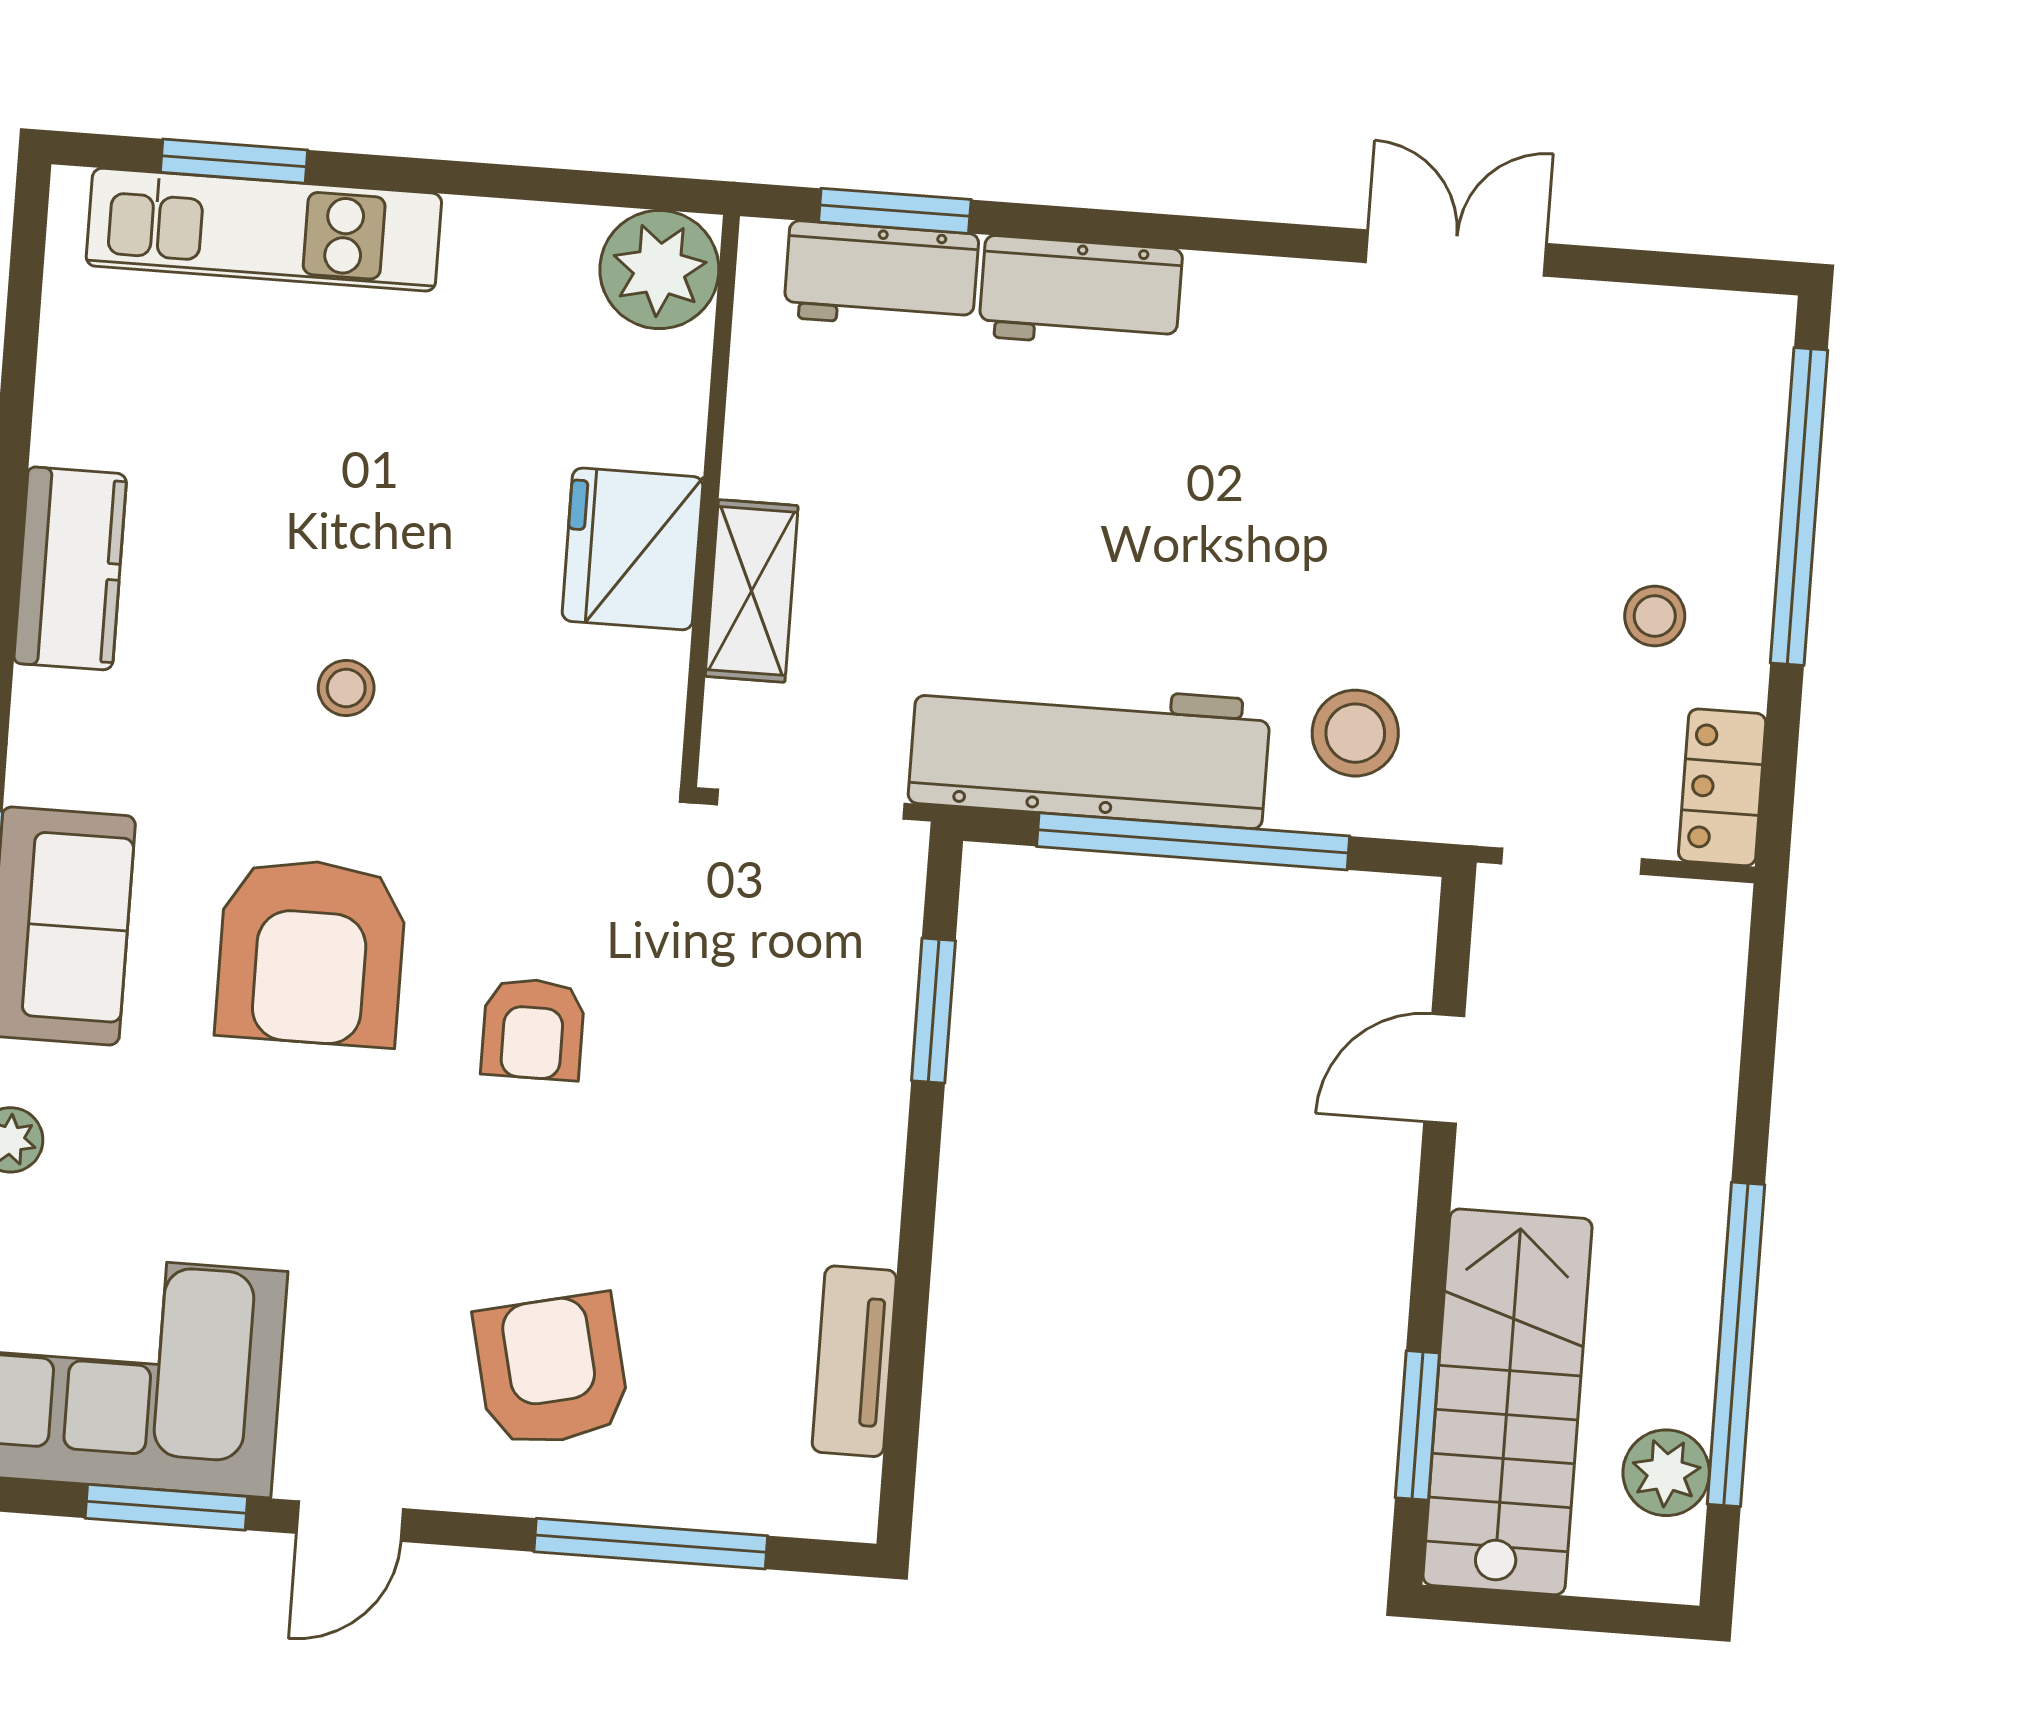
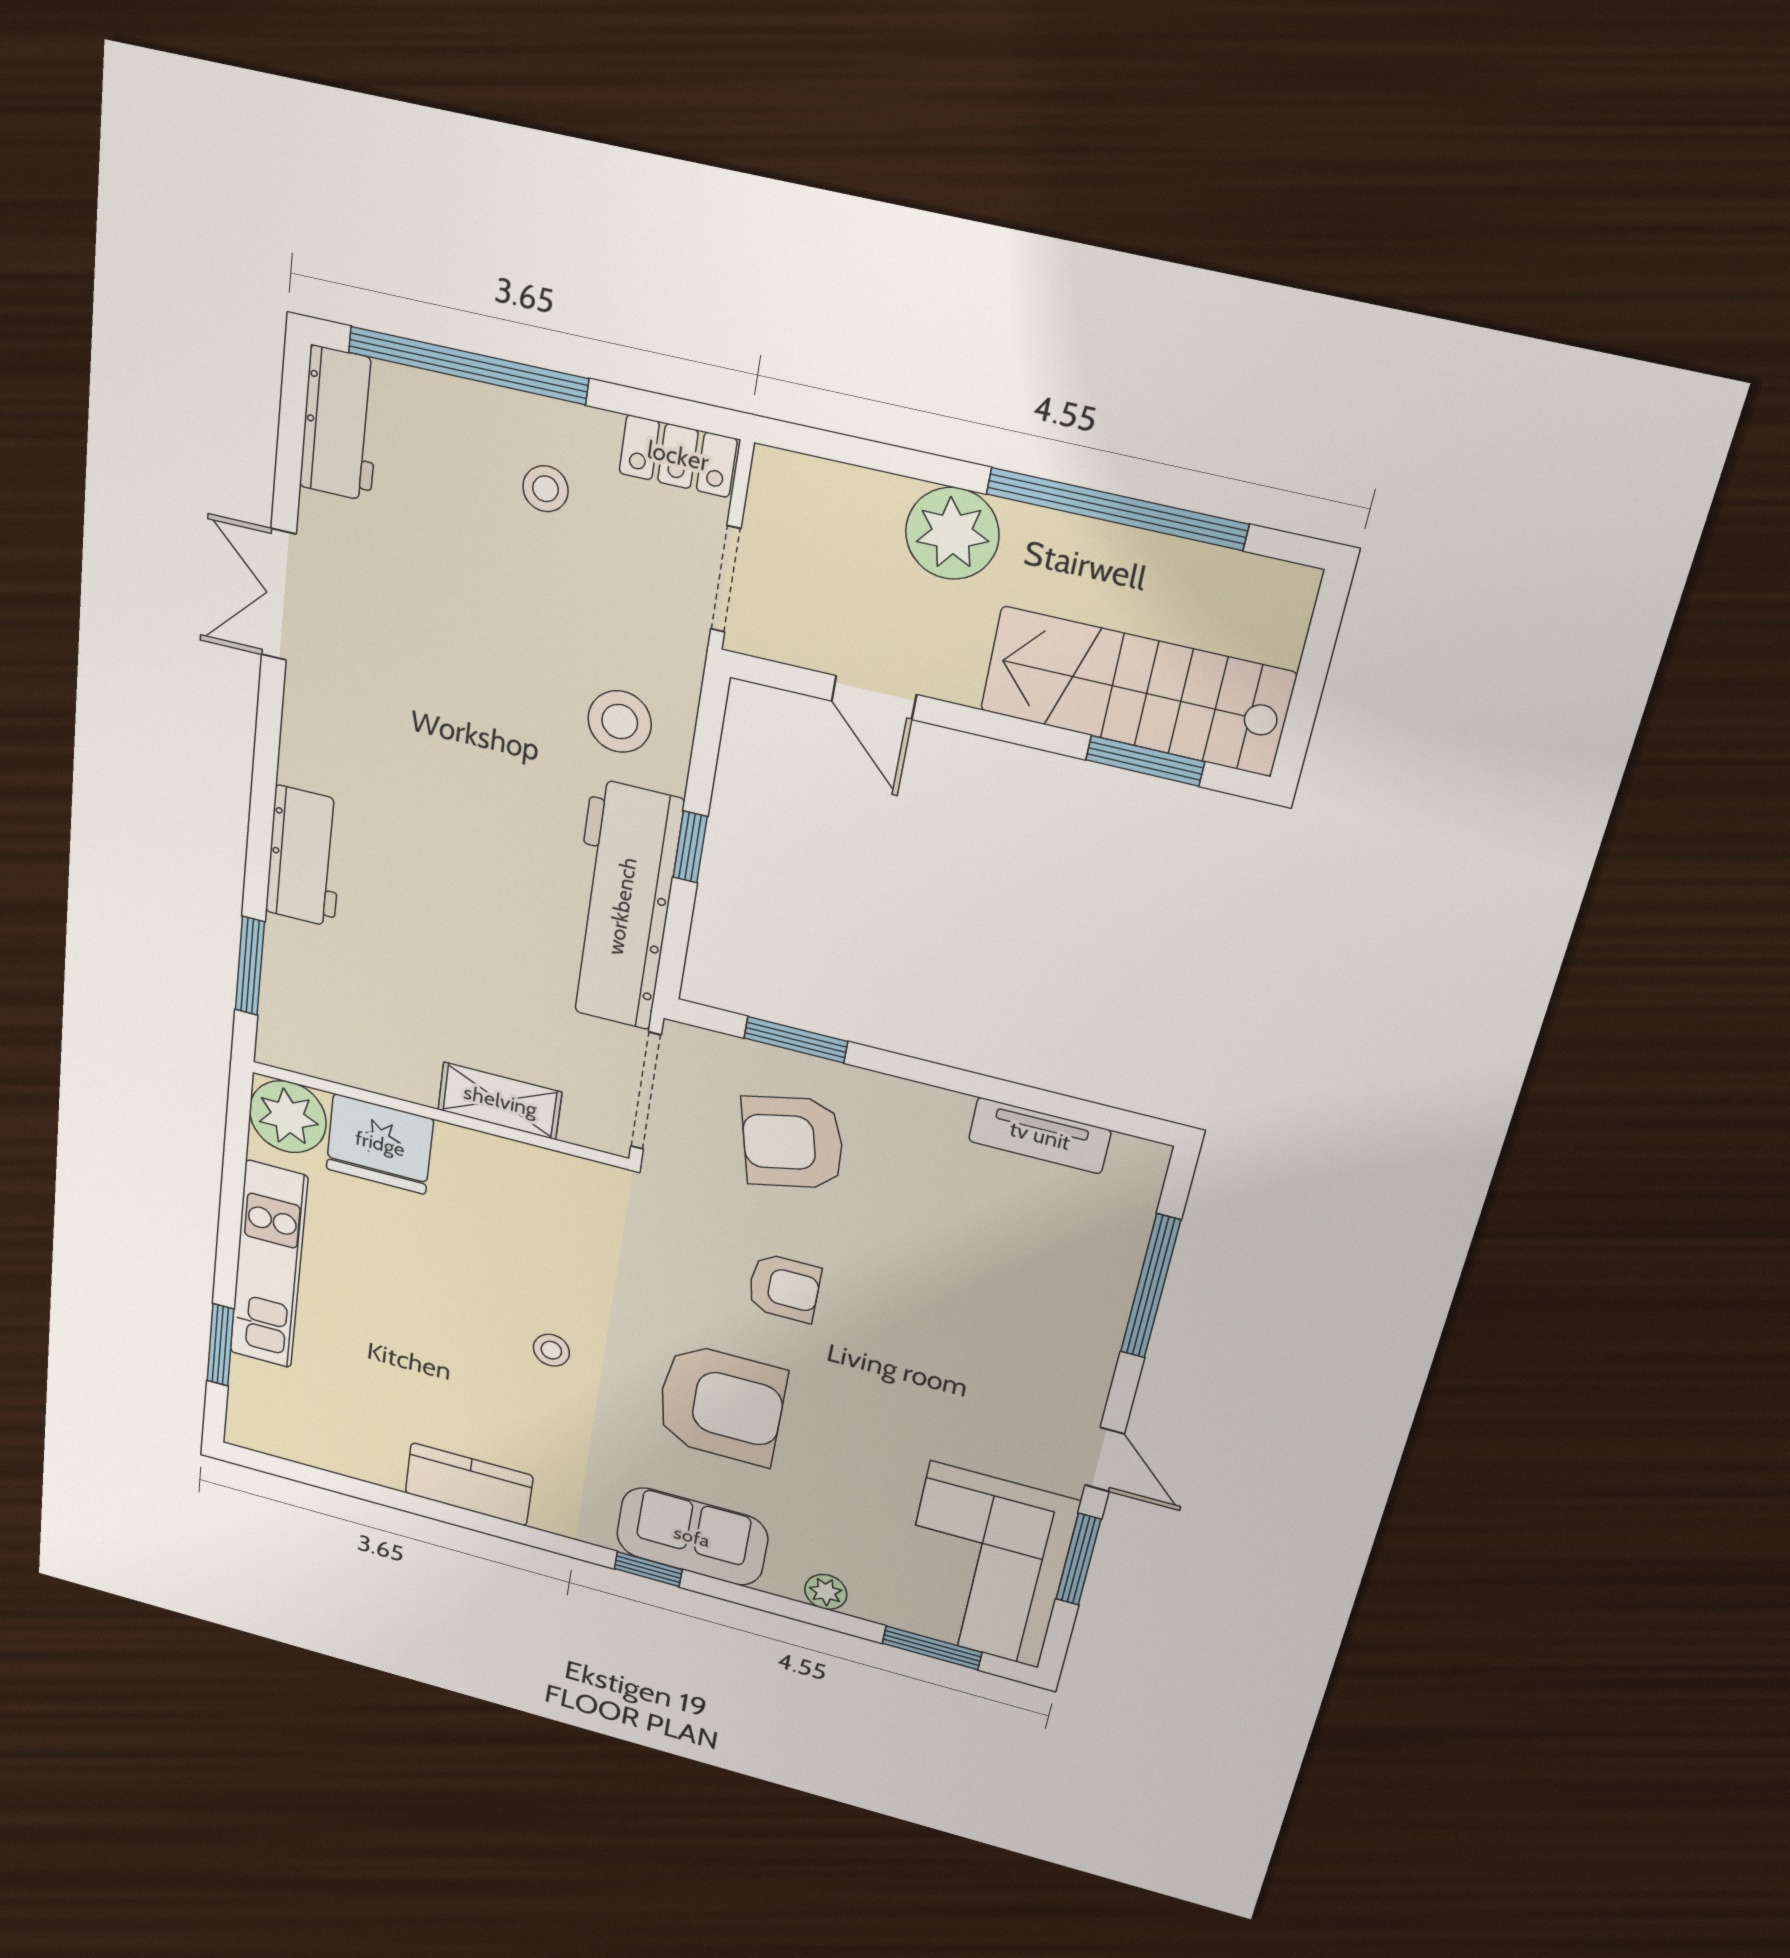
kitchen unit: (264, 230) -> (268, 1265), moved
workbench: (881, 276) -> (341, 424), moved
fridge: (632, 549) -> (380, 1144), moved
window: (1193, 841) -> (690, 847), width x0.32
armchair: (552, 1371) -> (793, 1142), moved
plant: (1666, 1473) -> (952, 533), moved, width x1.36, depth x1.36

